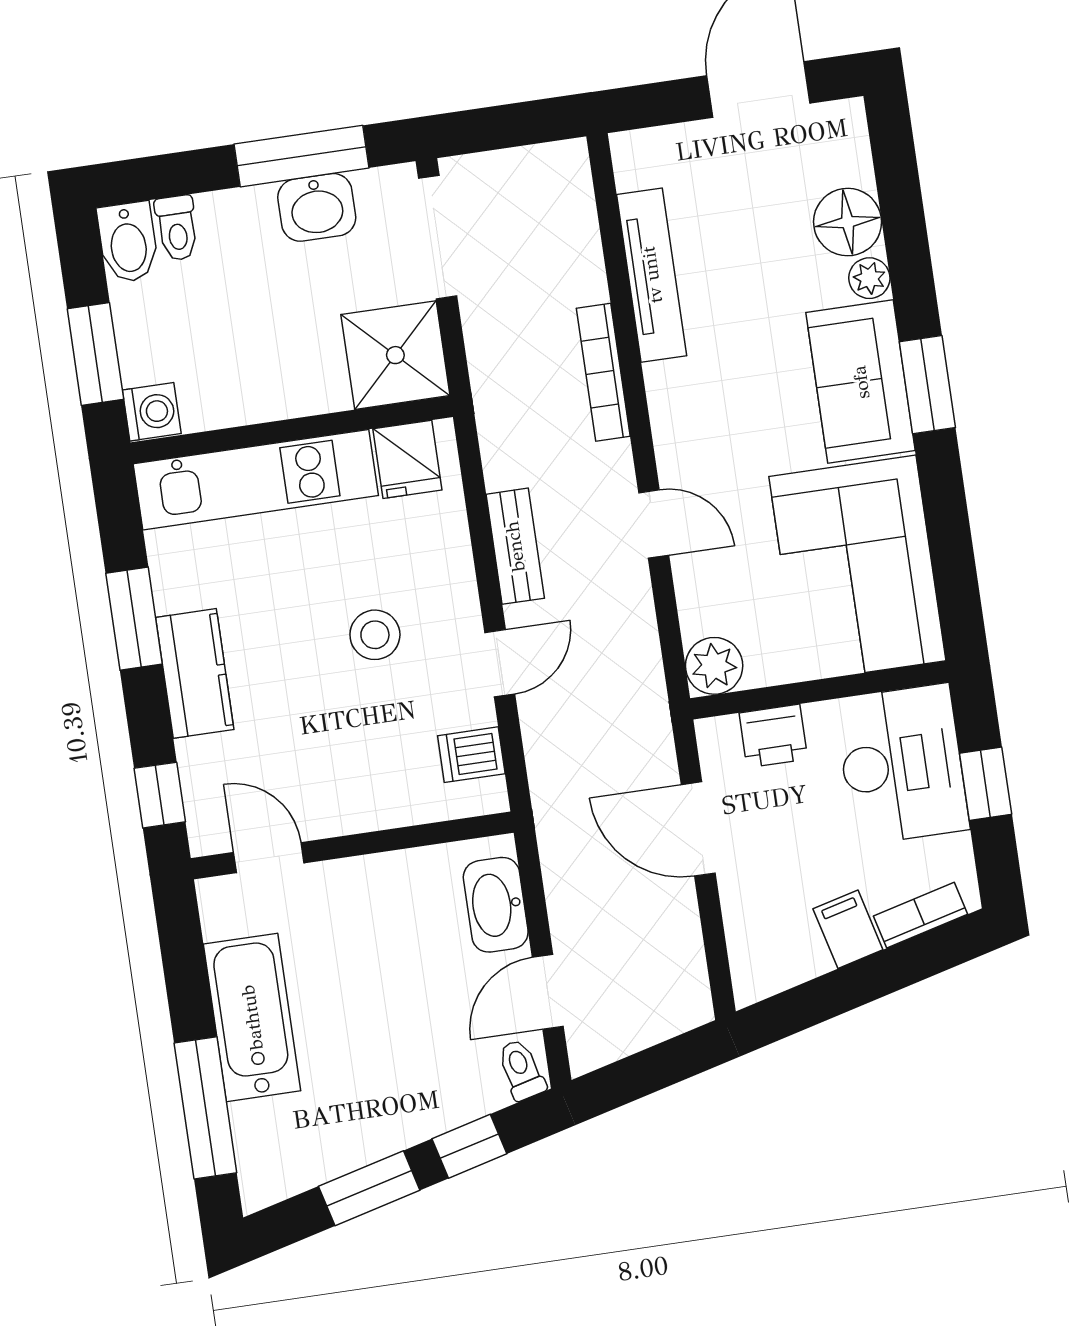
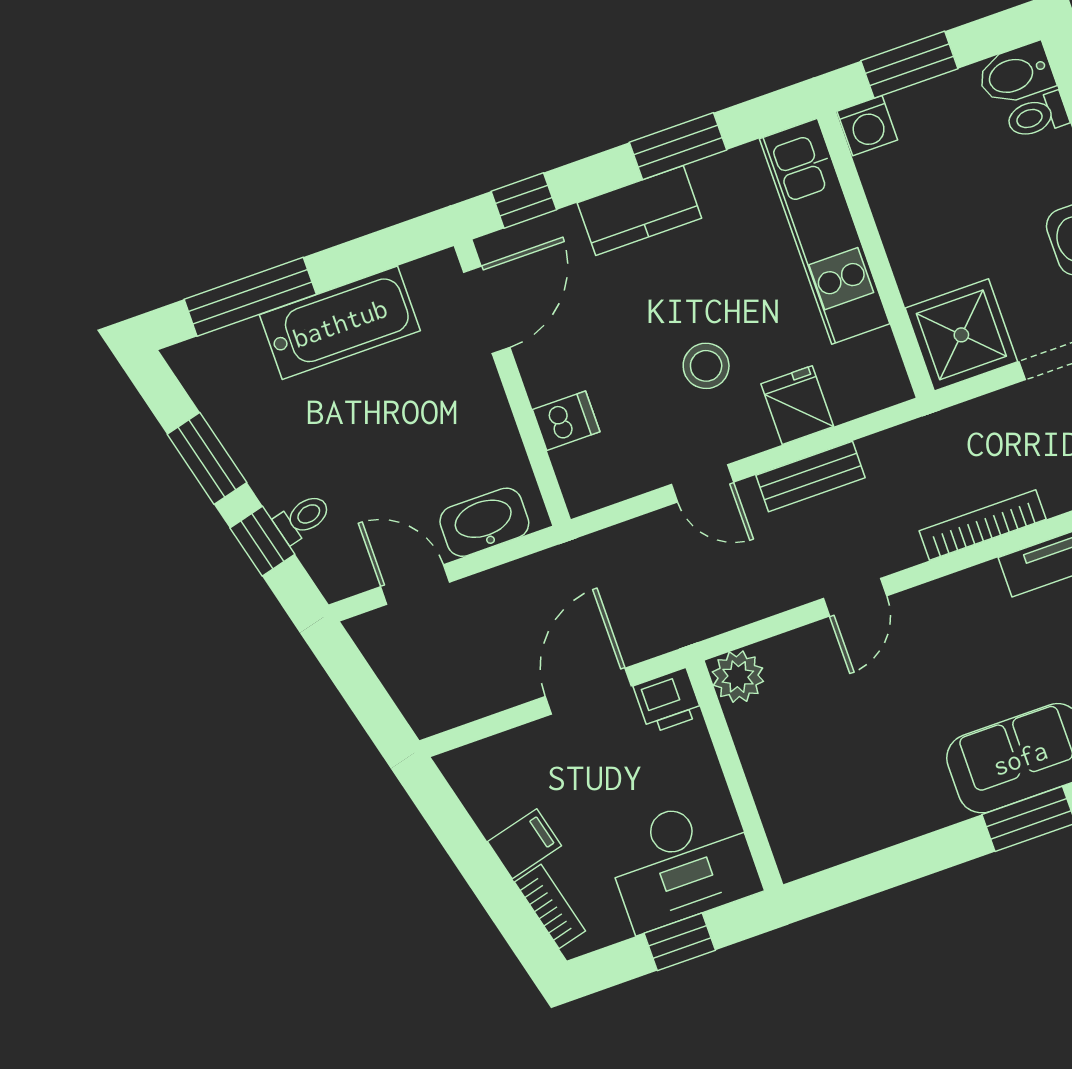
fridge: (407, 459) -> (797, 405), moved, turned 90
corner sofa: (857, 569) -> (851, 788), removed
printer: (773, 736) -> (668, 701), moved, turned -90
dishwasher: (471, 755) -> (566, 421), moved, turned 90
door: (269, 858) -> (487, 310), width x1.38
toilet: (521, 1070) -> (303, 518), moved

